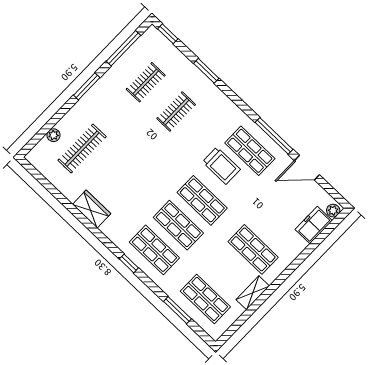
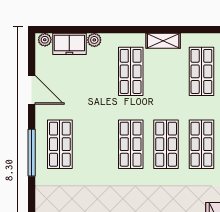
window: (274, 136) -> (32, 153), moved
trolley: (221, 166) -> (91, 155), removed
plant: (300, 245) -> (94, 40), added

